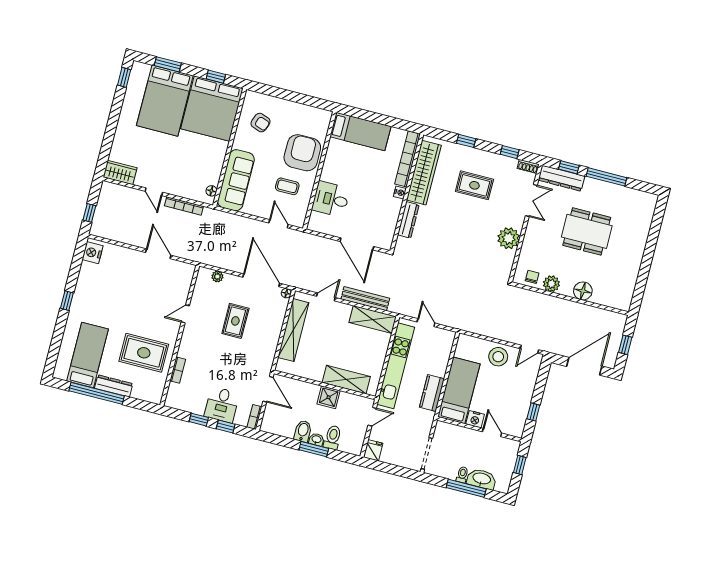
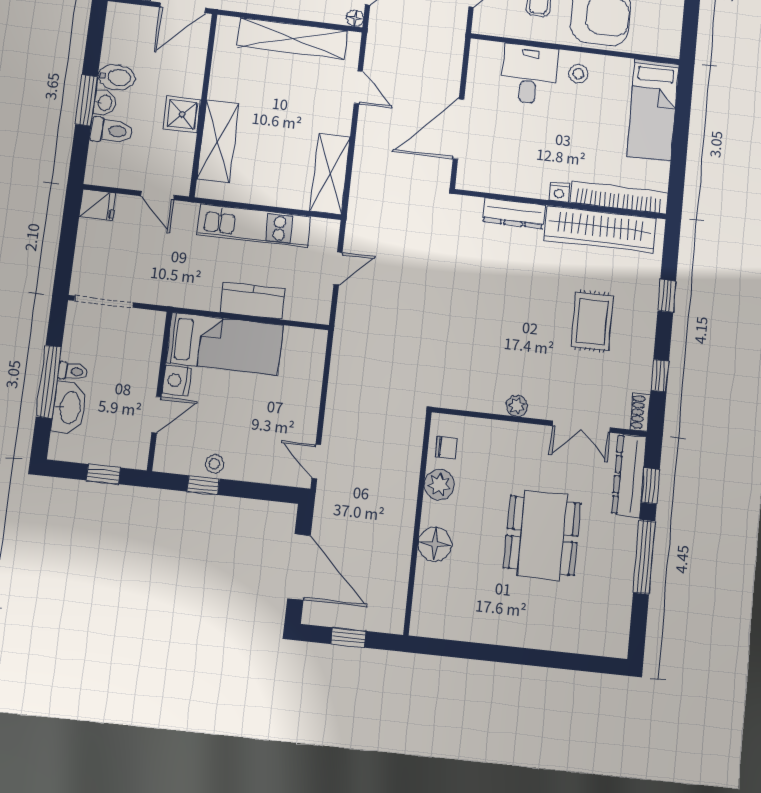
stool: (334, 171) -> (578, 74), added
plant: (509, 238) -> (517, 406), width x0.53, depth x0.53
bench: (365, 299) -> (365, 156), removed
stool: (498, 357) -> (214, 464), moved, width x0.53, depth x0.53
kitchen unit: (396, 366) -> (254, 225), width x0.73
kitchen counter: (432, 393) -> (252, 301), moved

